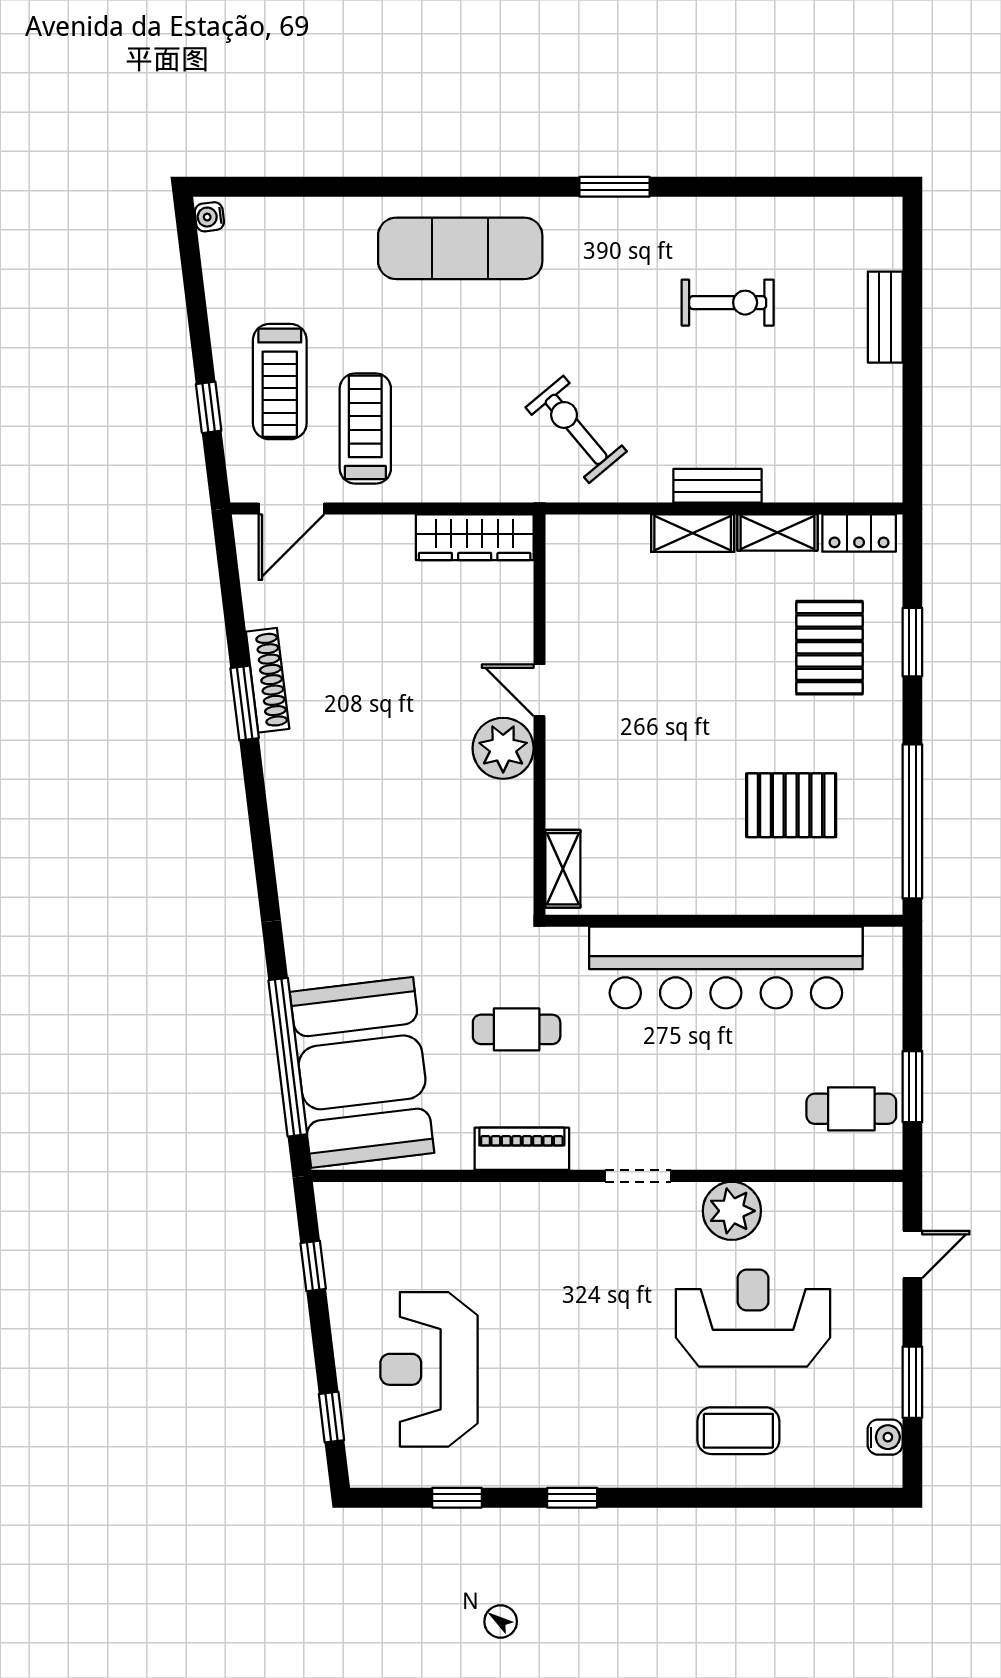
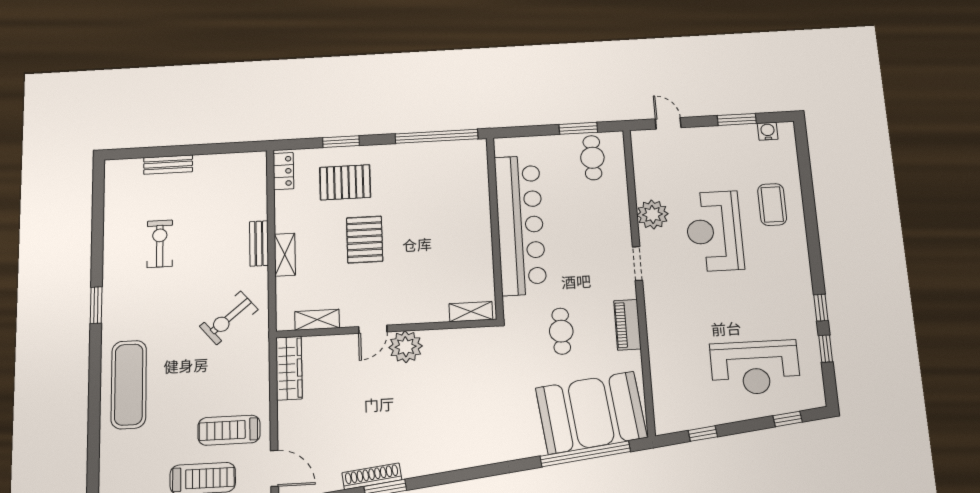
shelving: (777, 533) -> (317, 320), moved, turned 90
pallet: (791, 805) -> (365, 240), moved
reception desk: (753, 1318) -> (714, 231), moved
window: (572, 1498) -> (821, 308), moved

